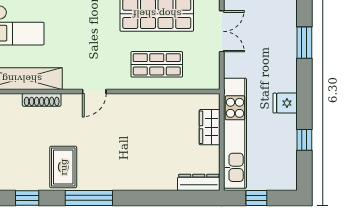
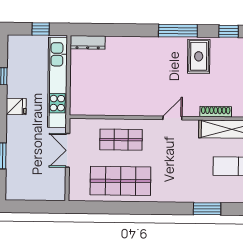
double door: (222, 31) -> (68, 150), moved
wardrobe: (210, 127) -> (78, 88), removed

